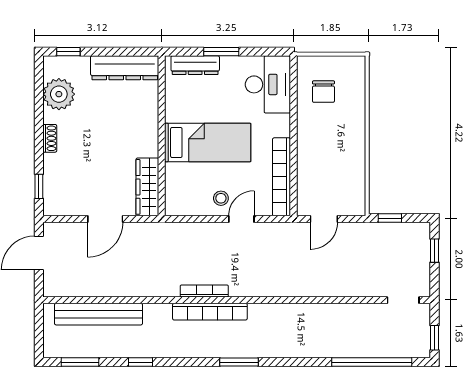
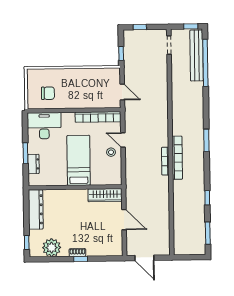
dresser: (195, 65) -> (33, 164), width x0.70
window: (39, 186) -> (81, 259), moved
bench: (98, 314) -> (197, 55), moved

